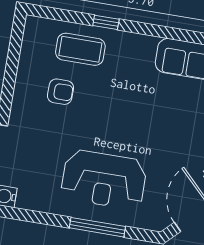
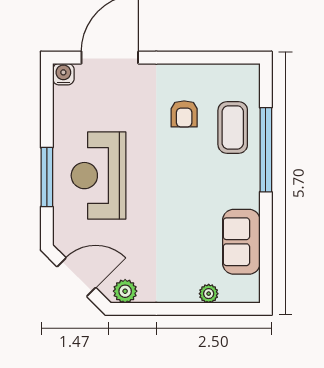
window: (106, 22) -> (266, 150), width x3.17

